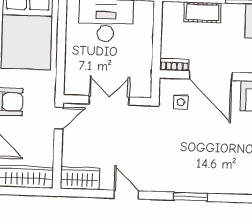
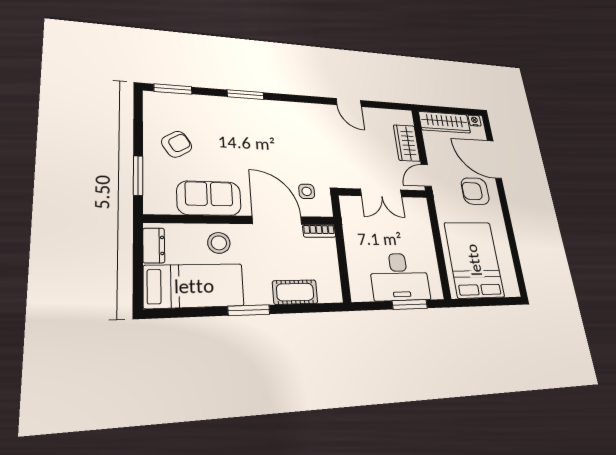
wardrobe: (80, 178) -> (407, 143), moved, turned 90
window: (191, 197) -> (246, 95), moved

